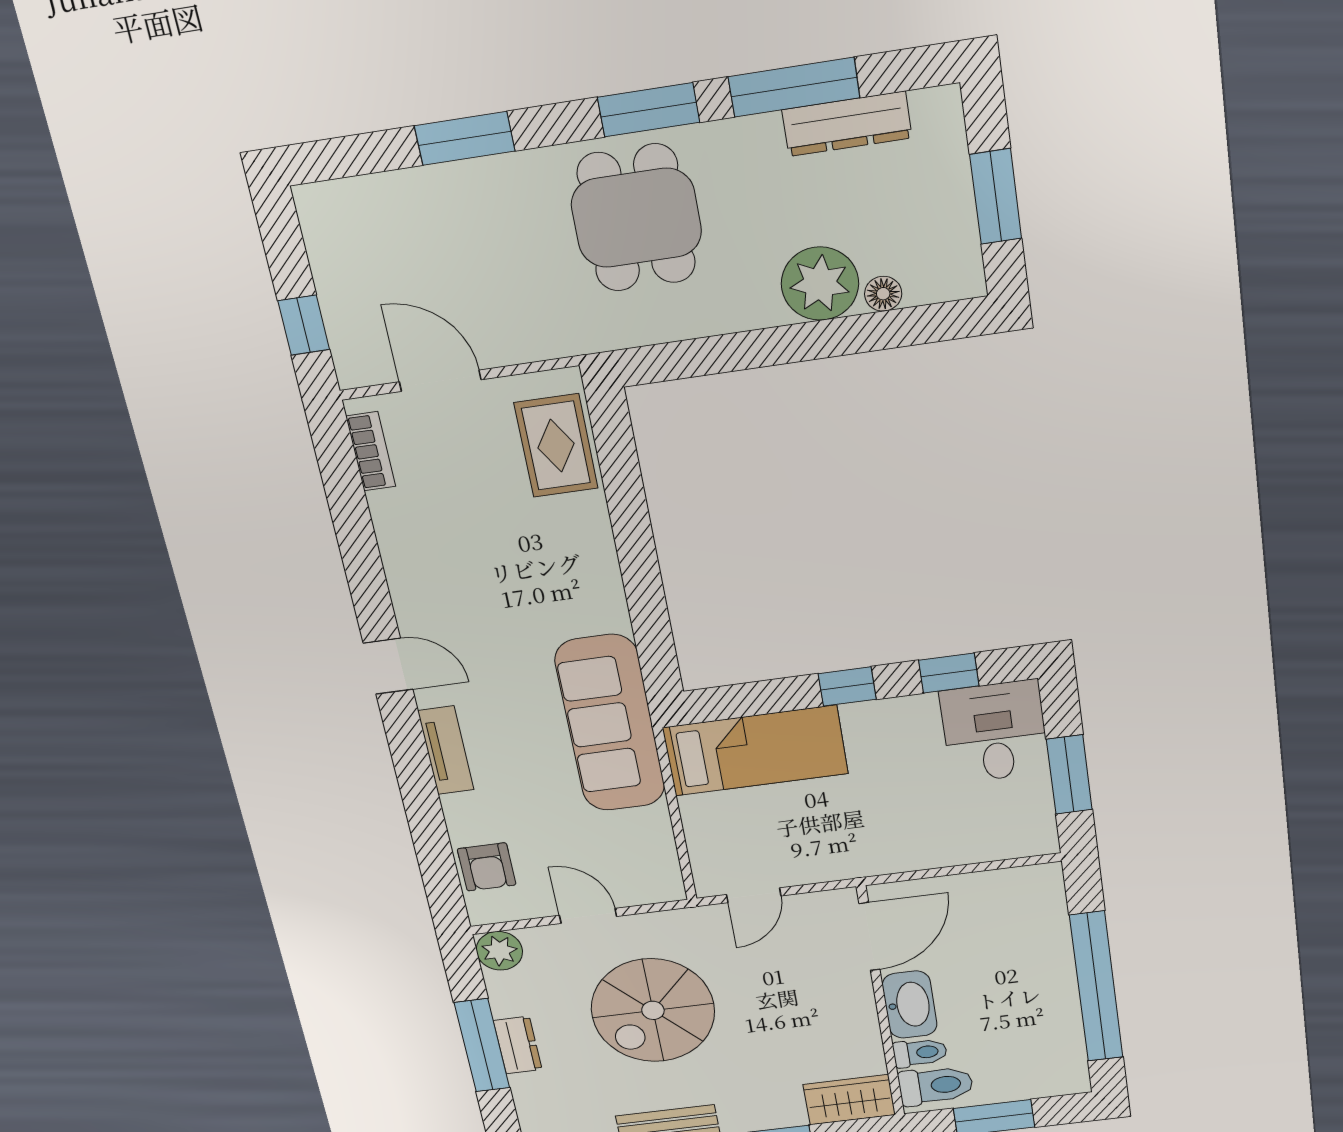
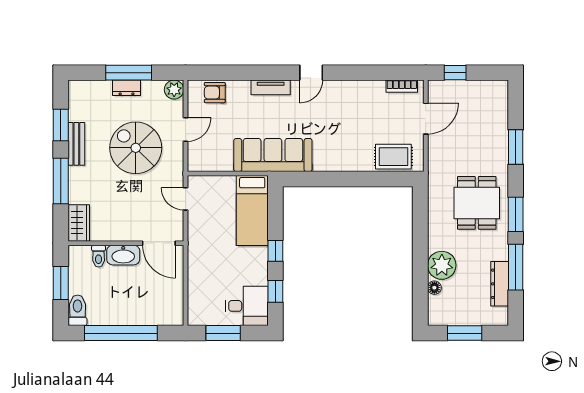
dining table: (636, 218) -> (477, 203), turned 90
toilet: (936, 1086) -> (78, 310), moved, turned 180

